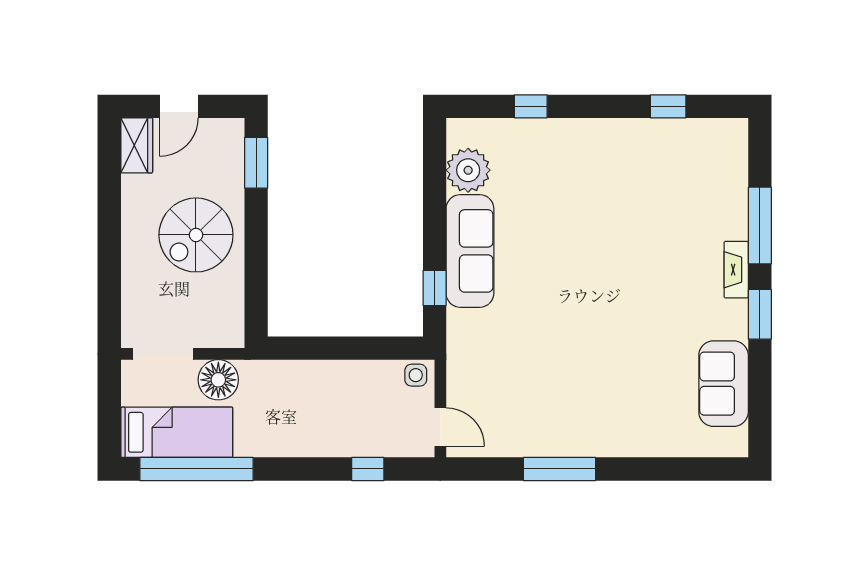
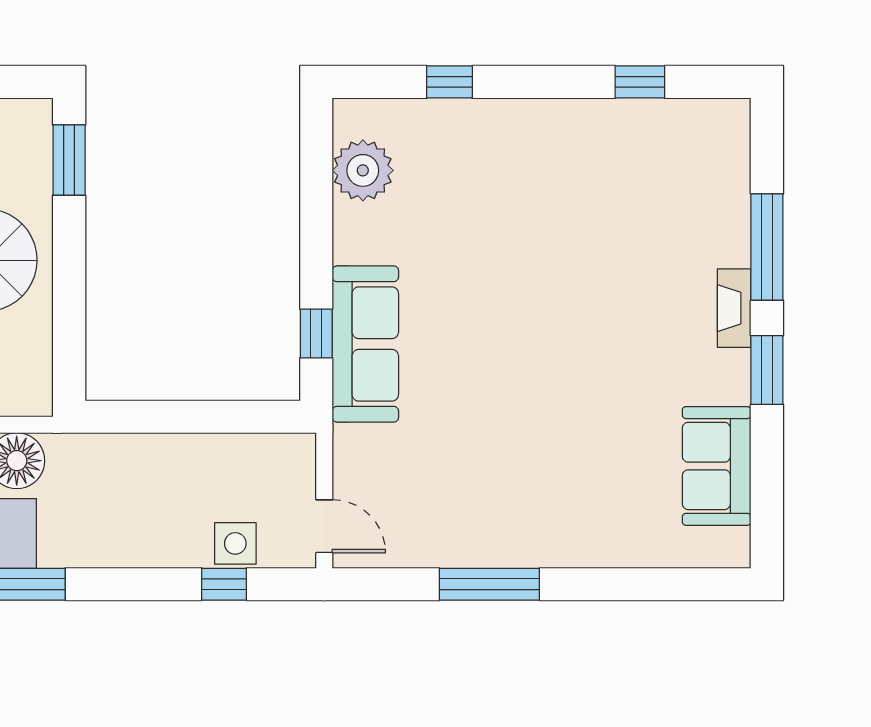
sofa: (470, 251) -> (365, 344), moved
side table: (416, 375) -> (235, 543), moved, width x1.37, depth x1.37

